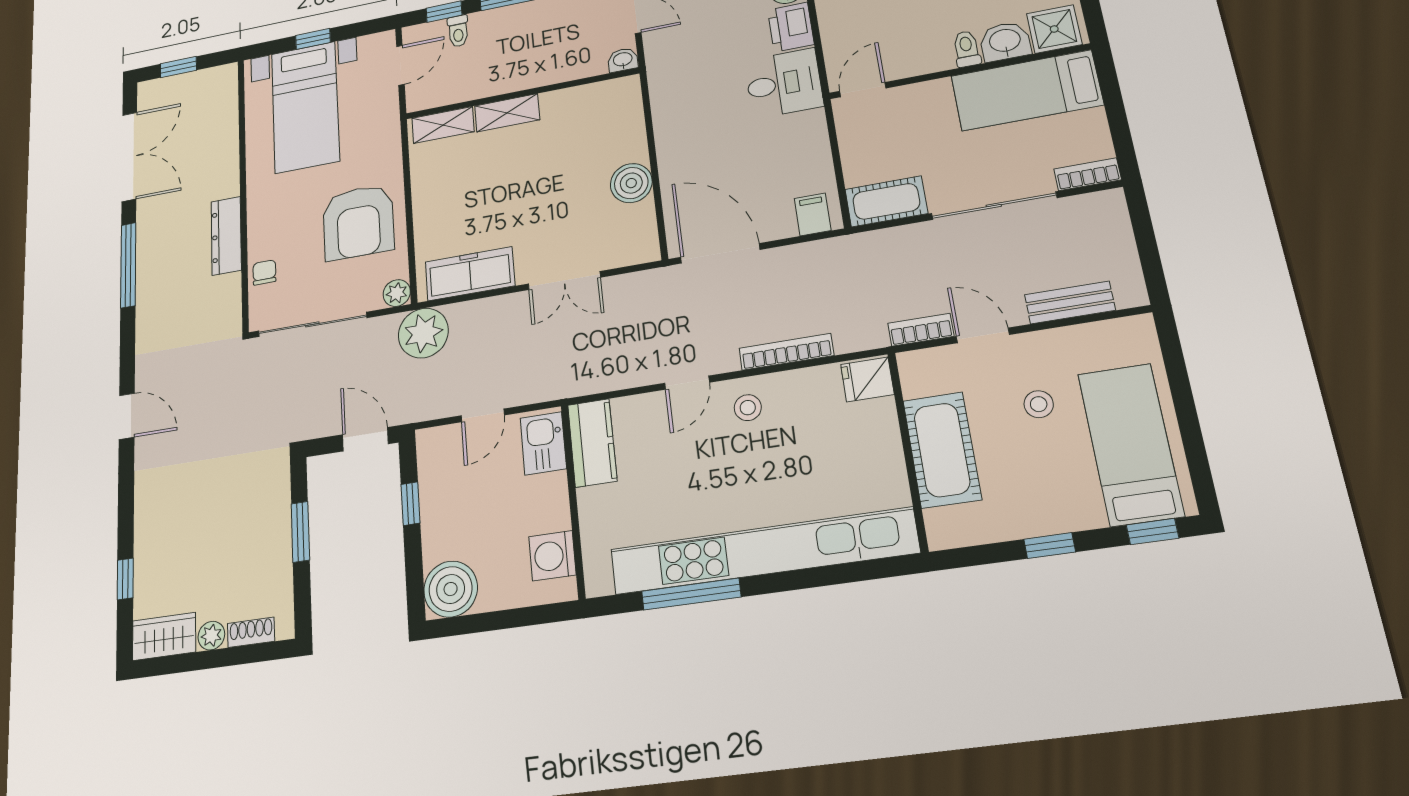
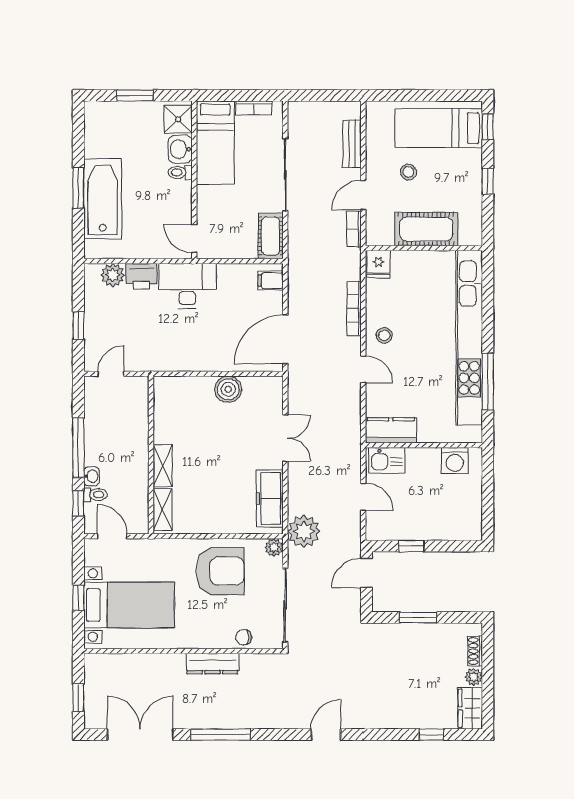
washbasin: (623, 60) -> (91, 476), moved, turned 180
desk: (784, 83) -> (187, 286), width x1.37
bookcase: (1088, 174) -> (254, 108), moved, turned -90
boiler: (451, 589) -> (466, 524), removed

